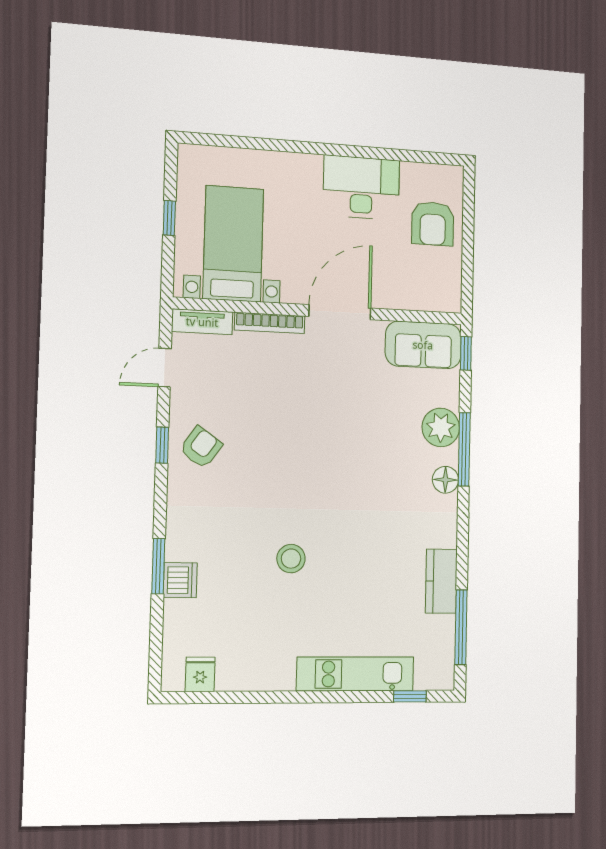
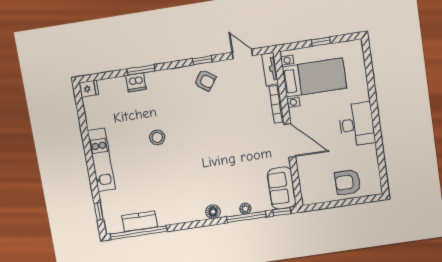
desk: (361, 188) -> (357, 124), moved
plant: (441, 427) -> (245, 209), width x0.53, depth x0.53
window: (464, 449) -> (246, 217), moved
kitchen counter: (441, 581) -> (140, 221), moved
window: (461, 627) -> (139, 233), width x1.46
fridge: (200, 674) -> (89, 89), moved
kitchen unit: (355, 674) -> (101, 160), moved

